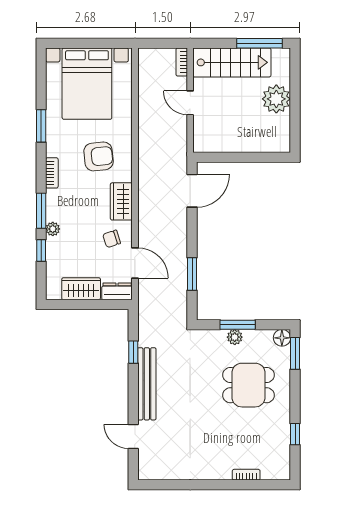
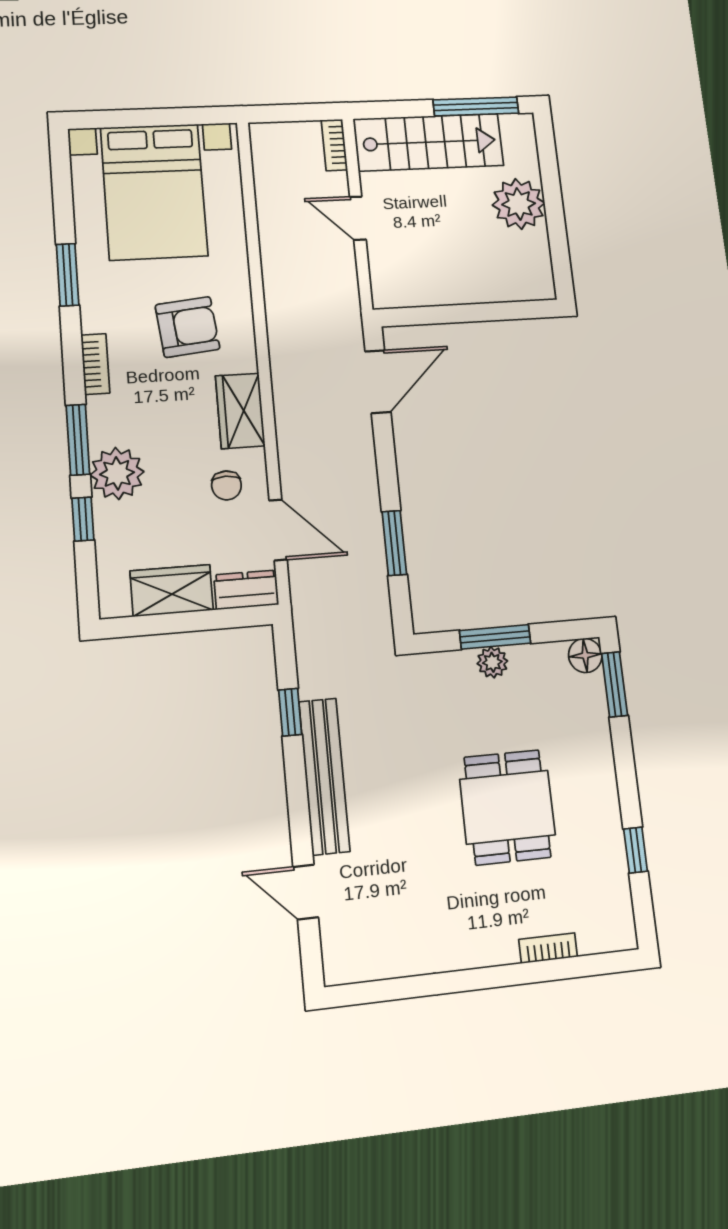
plant: (53, 229) -> (117, 473), width x1.88, depth x1.88
chair: (112, 239) -> (226, 485), turned -72
dining table: (248, 385) -> (507, 807), moved, turned 90

